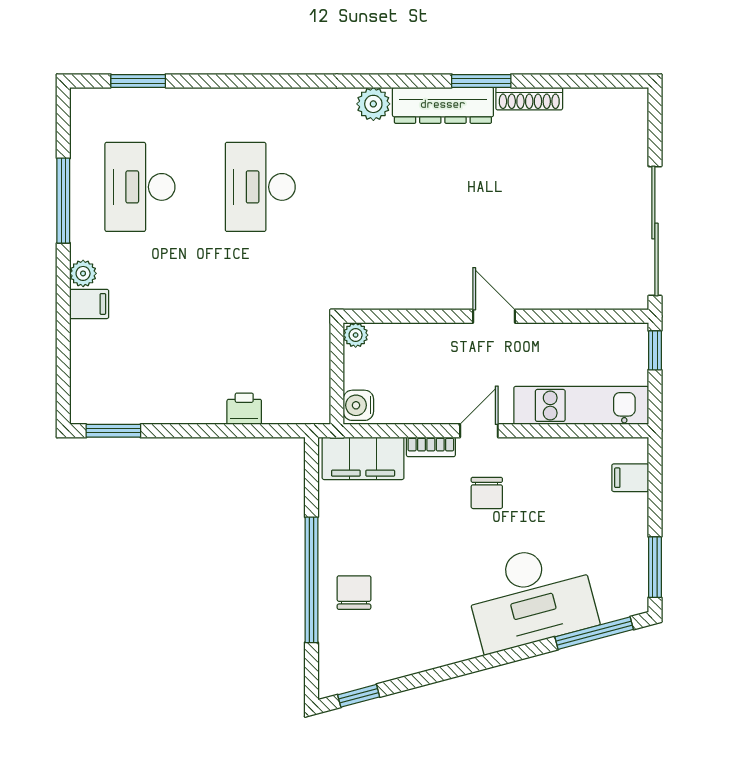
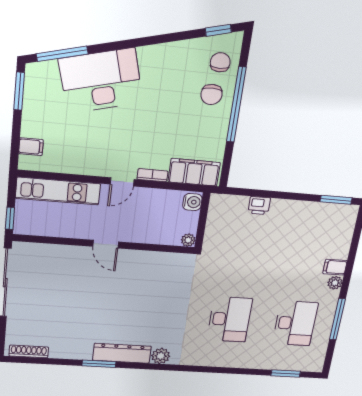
shoe rack: (529, 99) -> (29, 351), moved
chair: (487, 493) -> (220, 62), moved

